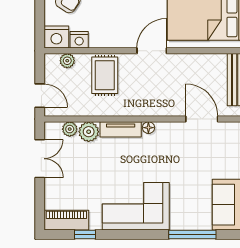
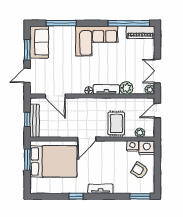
door: (40, 96) -> (157, 111), hinge flipped
plant: (70, 129) -> (150, 90), moved
window: (85, 235) -> (129, 23), width x3.17

